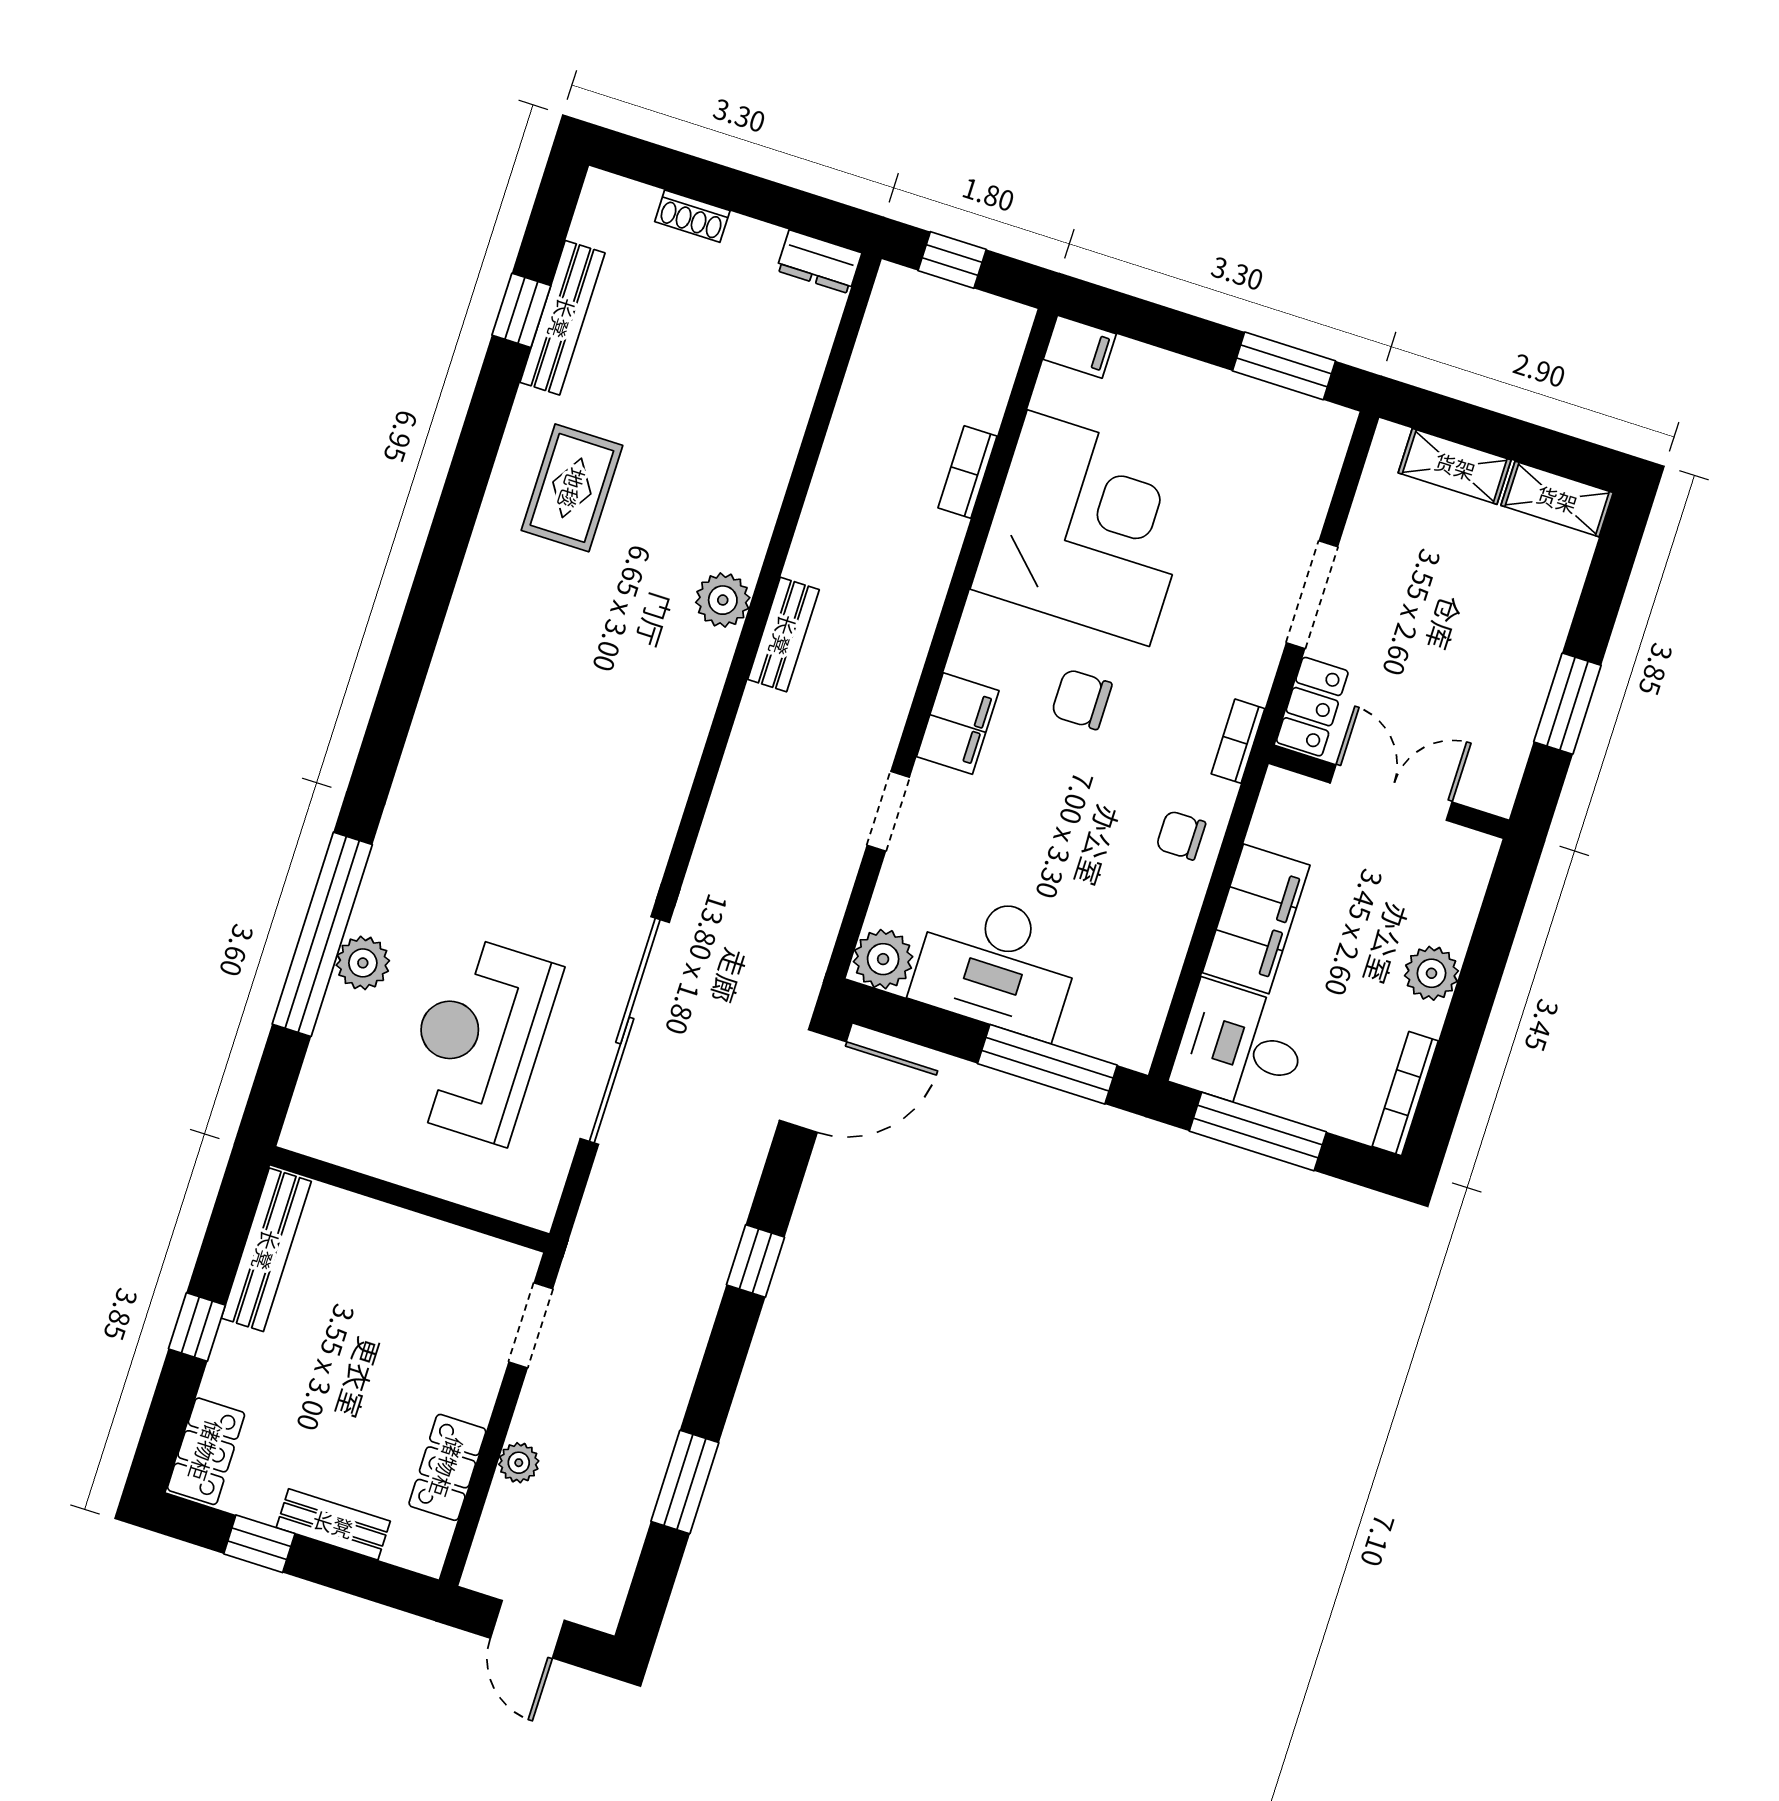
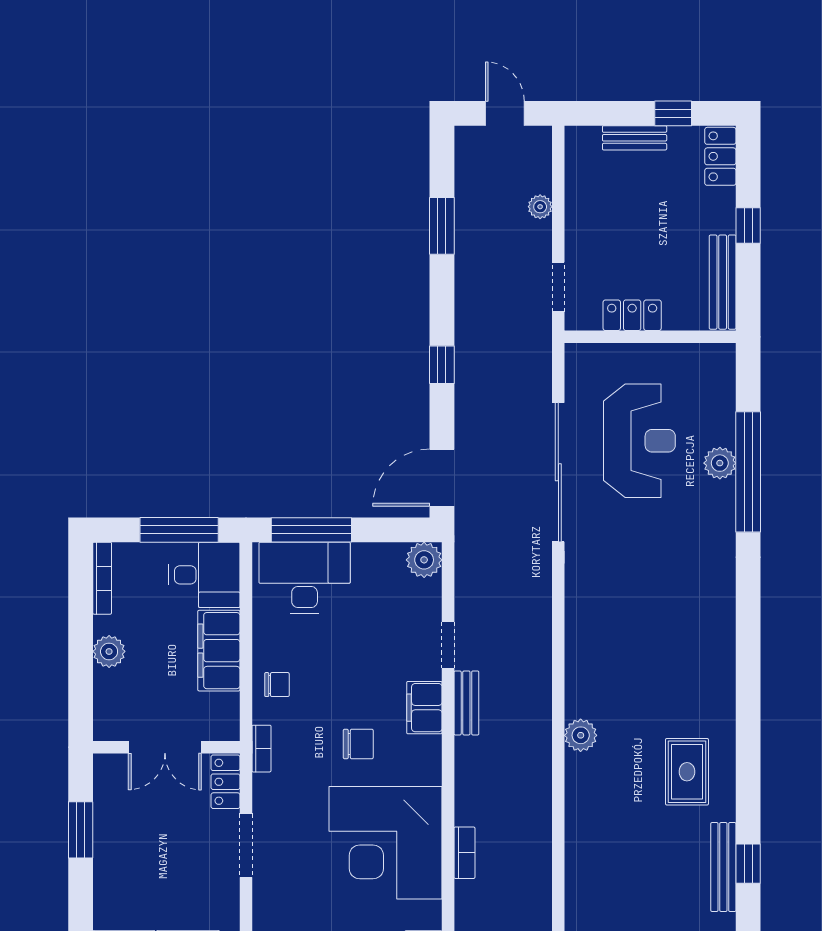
bench: (783, 635) -> (466, 703), moved
desk: (997, 964) -> (305, 578), moved
locker: (447, 1467) -> (632, 315), moved, turned -90

